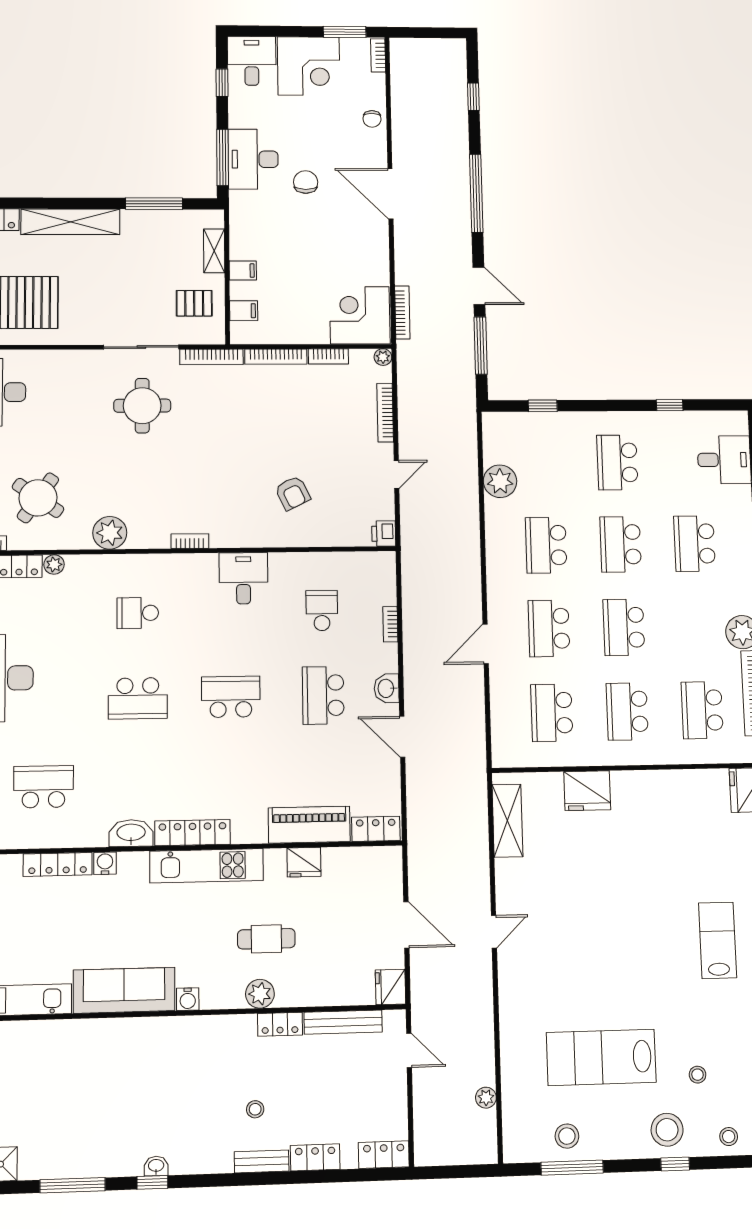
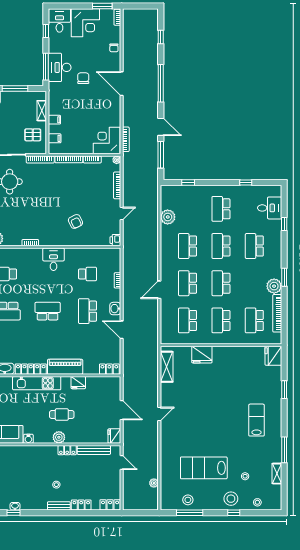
school desk: (322, 611) -> (88, 274), turned 90
piano: (309, 825) -> (65, 367), moved

